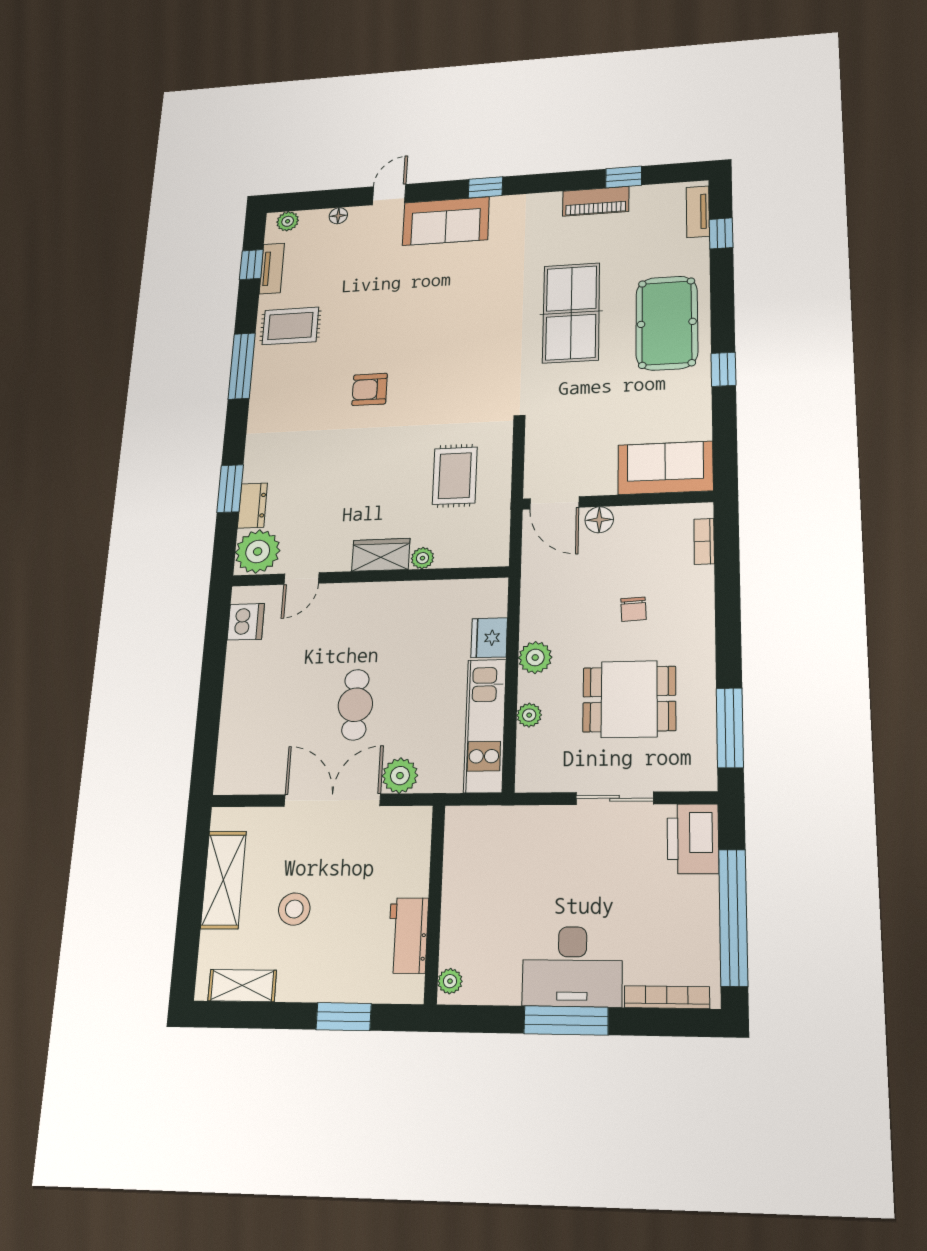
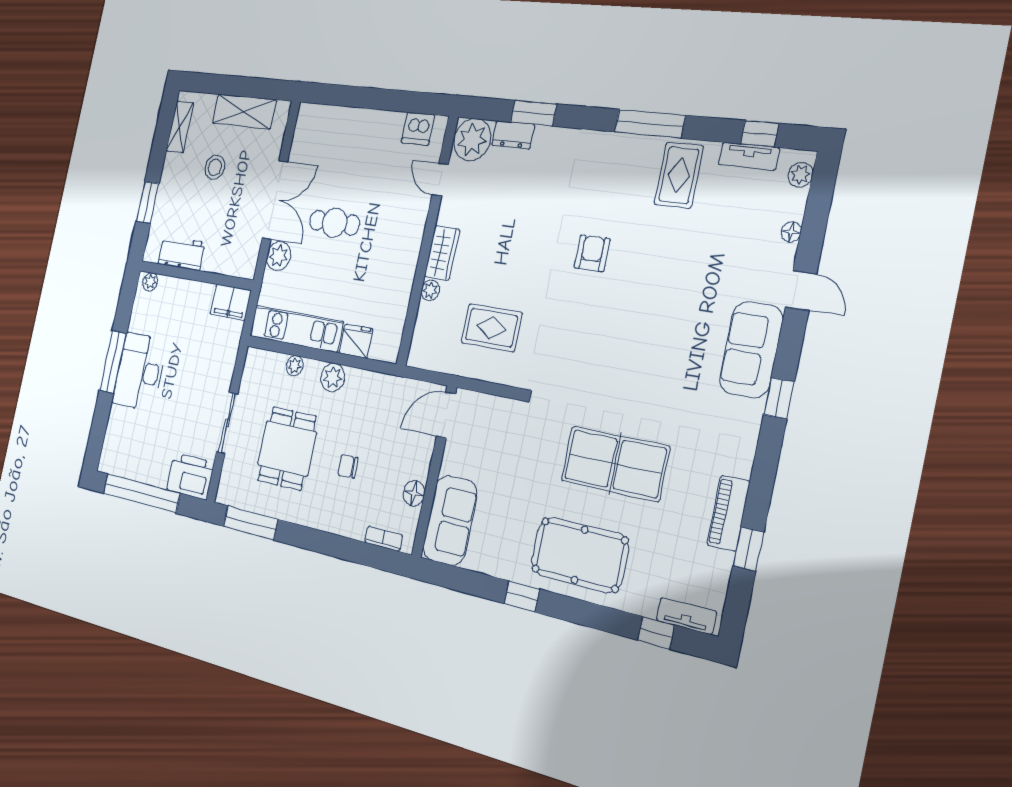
floor lamp: (599, 520) -> (414, 493), moved
filing cabinet: (463, 835) -> (231, 302), added
bookcase: (667, 997) -> (110, 435), removed

